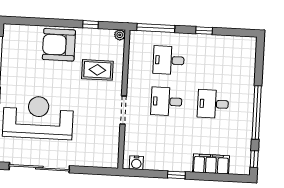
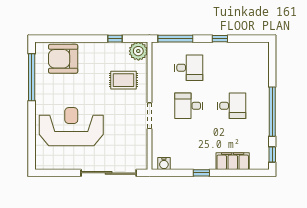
plant: (120, 35) -> (138, 51), width x1.88, depth x1.88
armchair: (59, 45) -> (63, 59), moved
desk: (169, 60) -> (189, 68), turned 180
desk: (213, 104) -> (232, 106), turned 180
sliding door: (39, 168) -> (109, 173), moved

